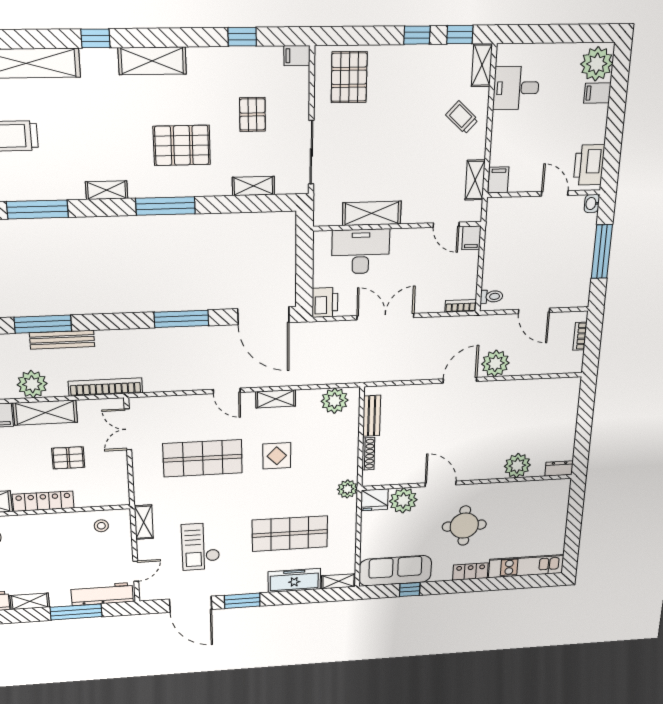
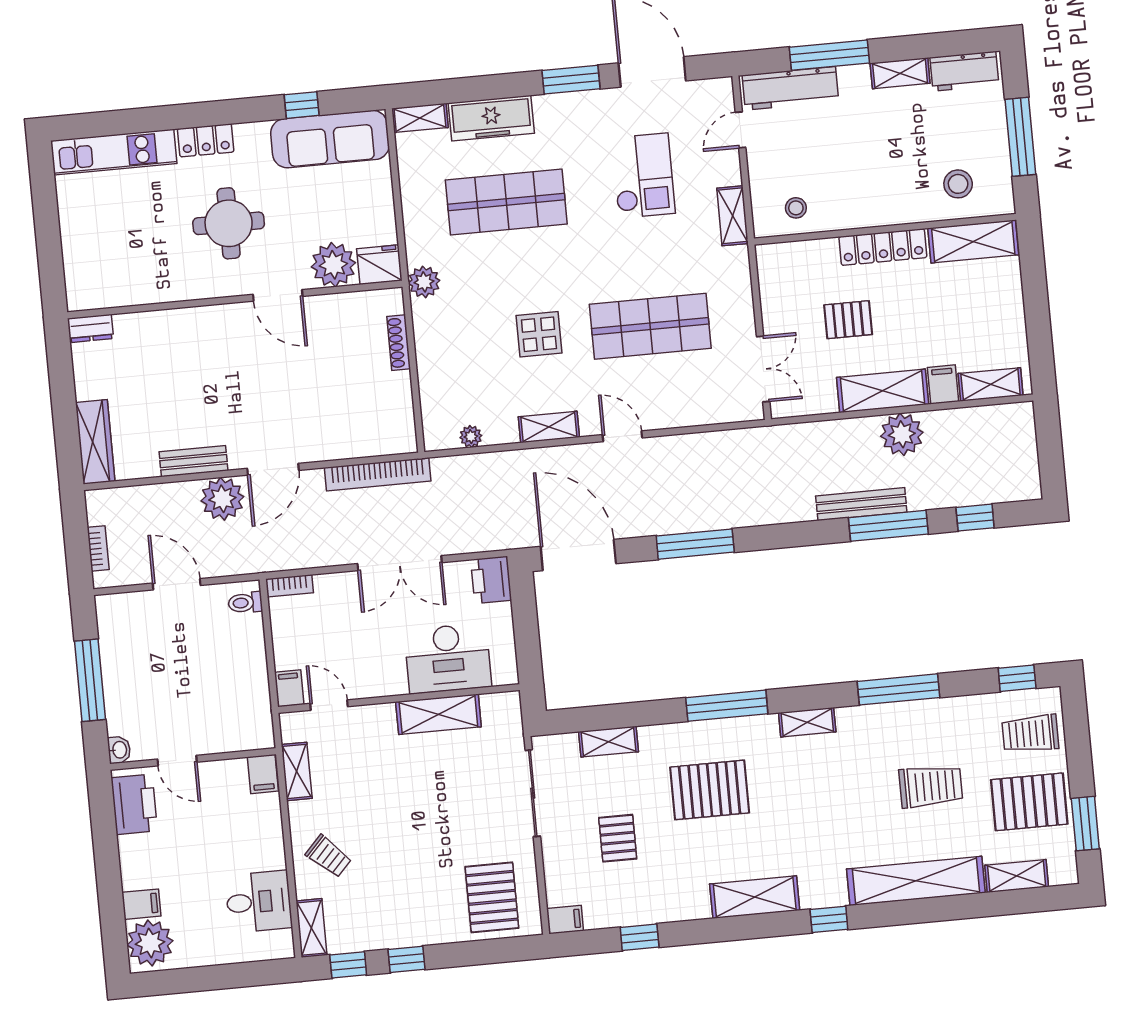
bookcase: (105, 387) -> (378, 474), moved
plant: (335, 401) -> (471, 437), width x0.53, depth x0.53
wardrobe: (569, 402) -> (95, 442), added
bench: (372, 416) -> (194, 461), moved, turned 90
plant: (517, 466) -> (159, 331), removed

